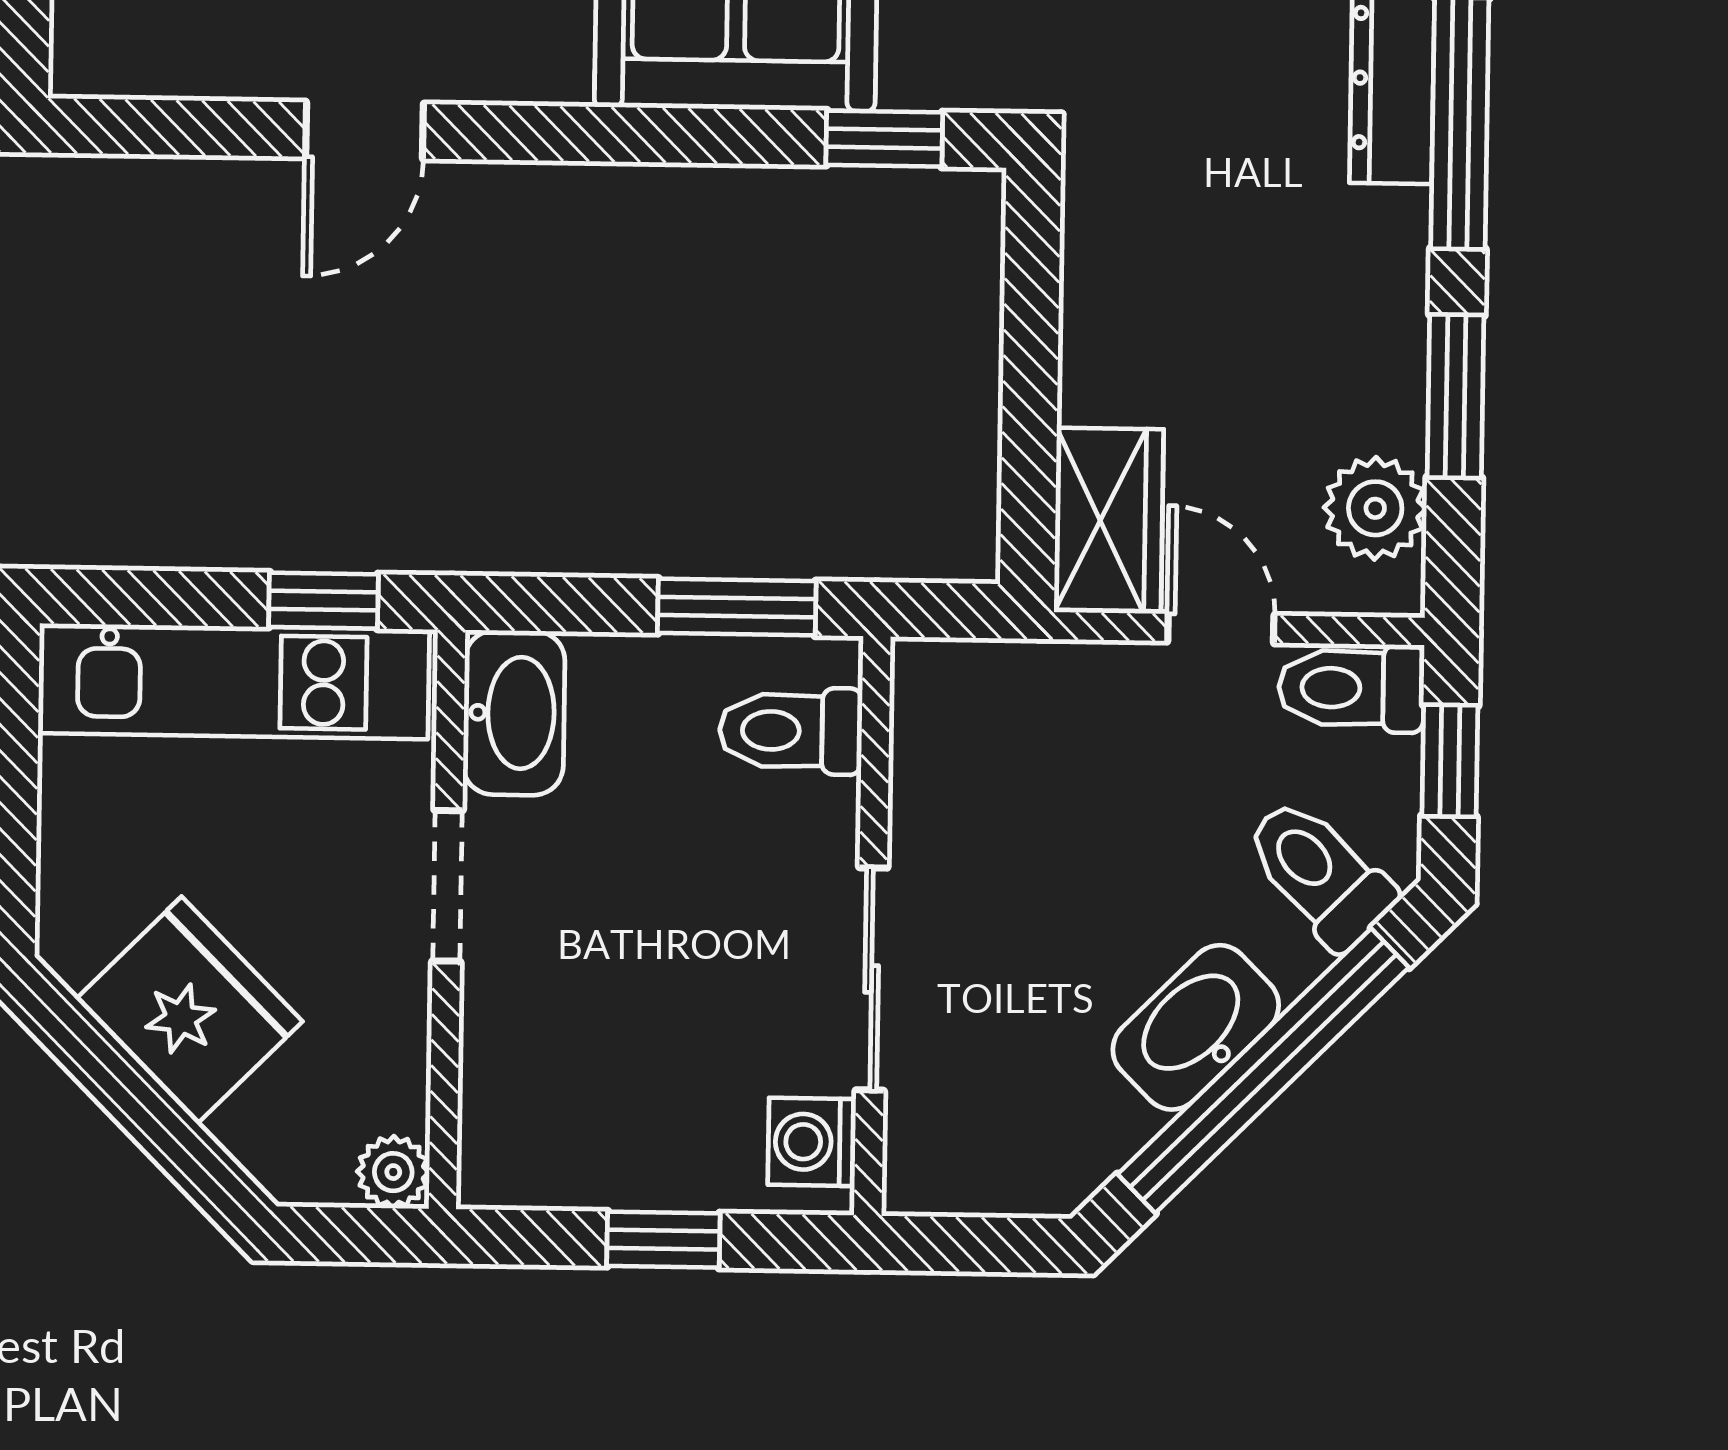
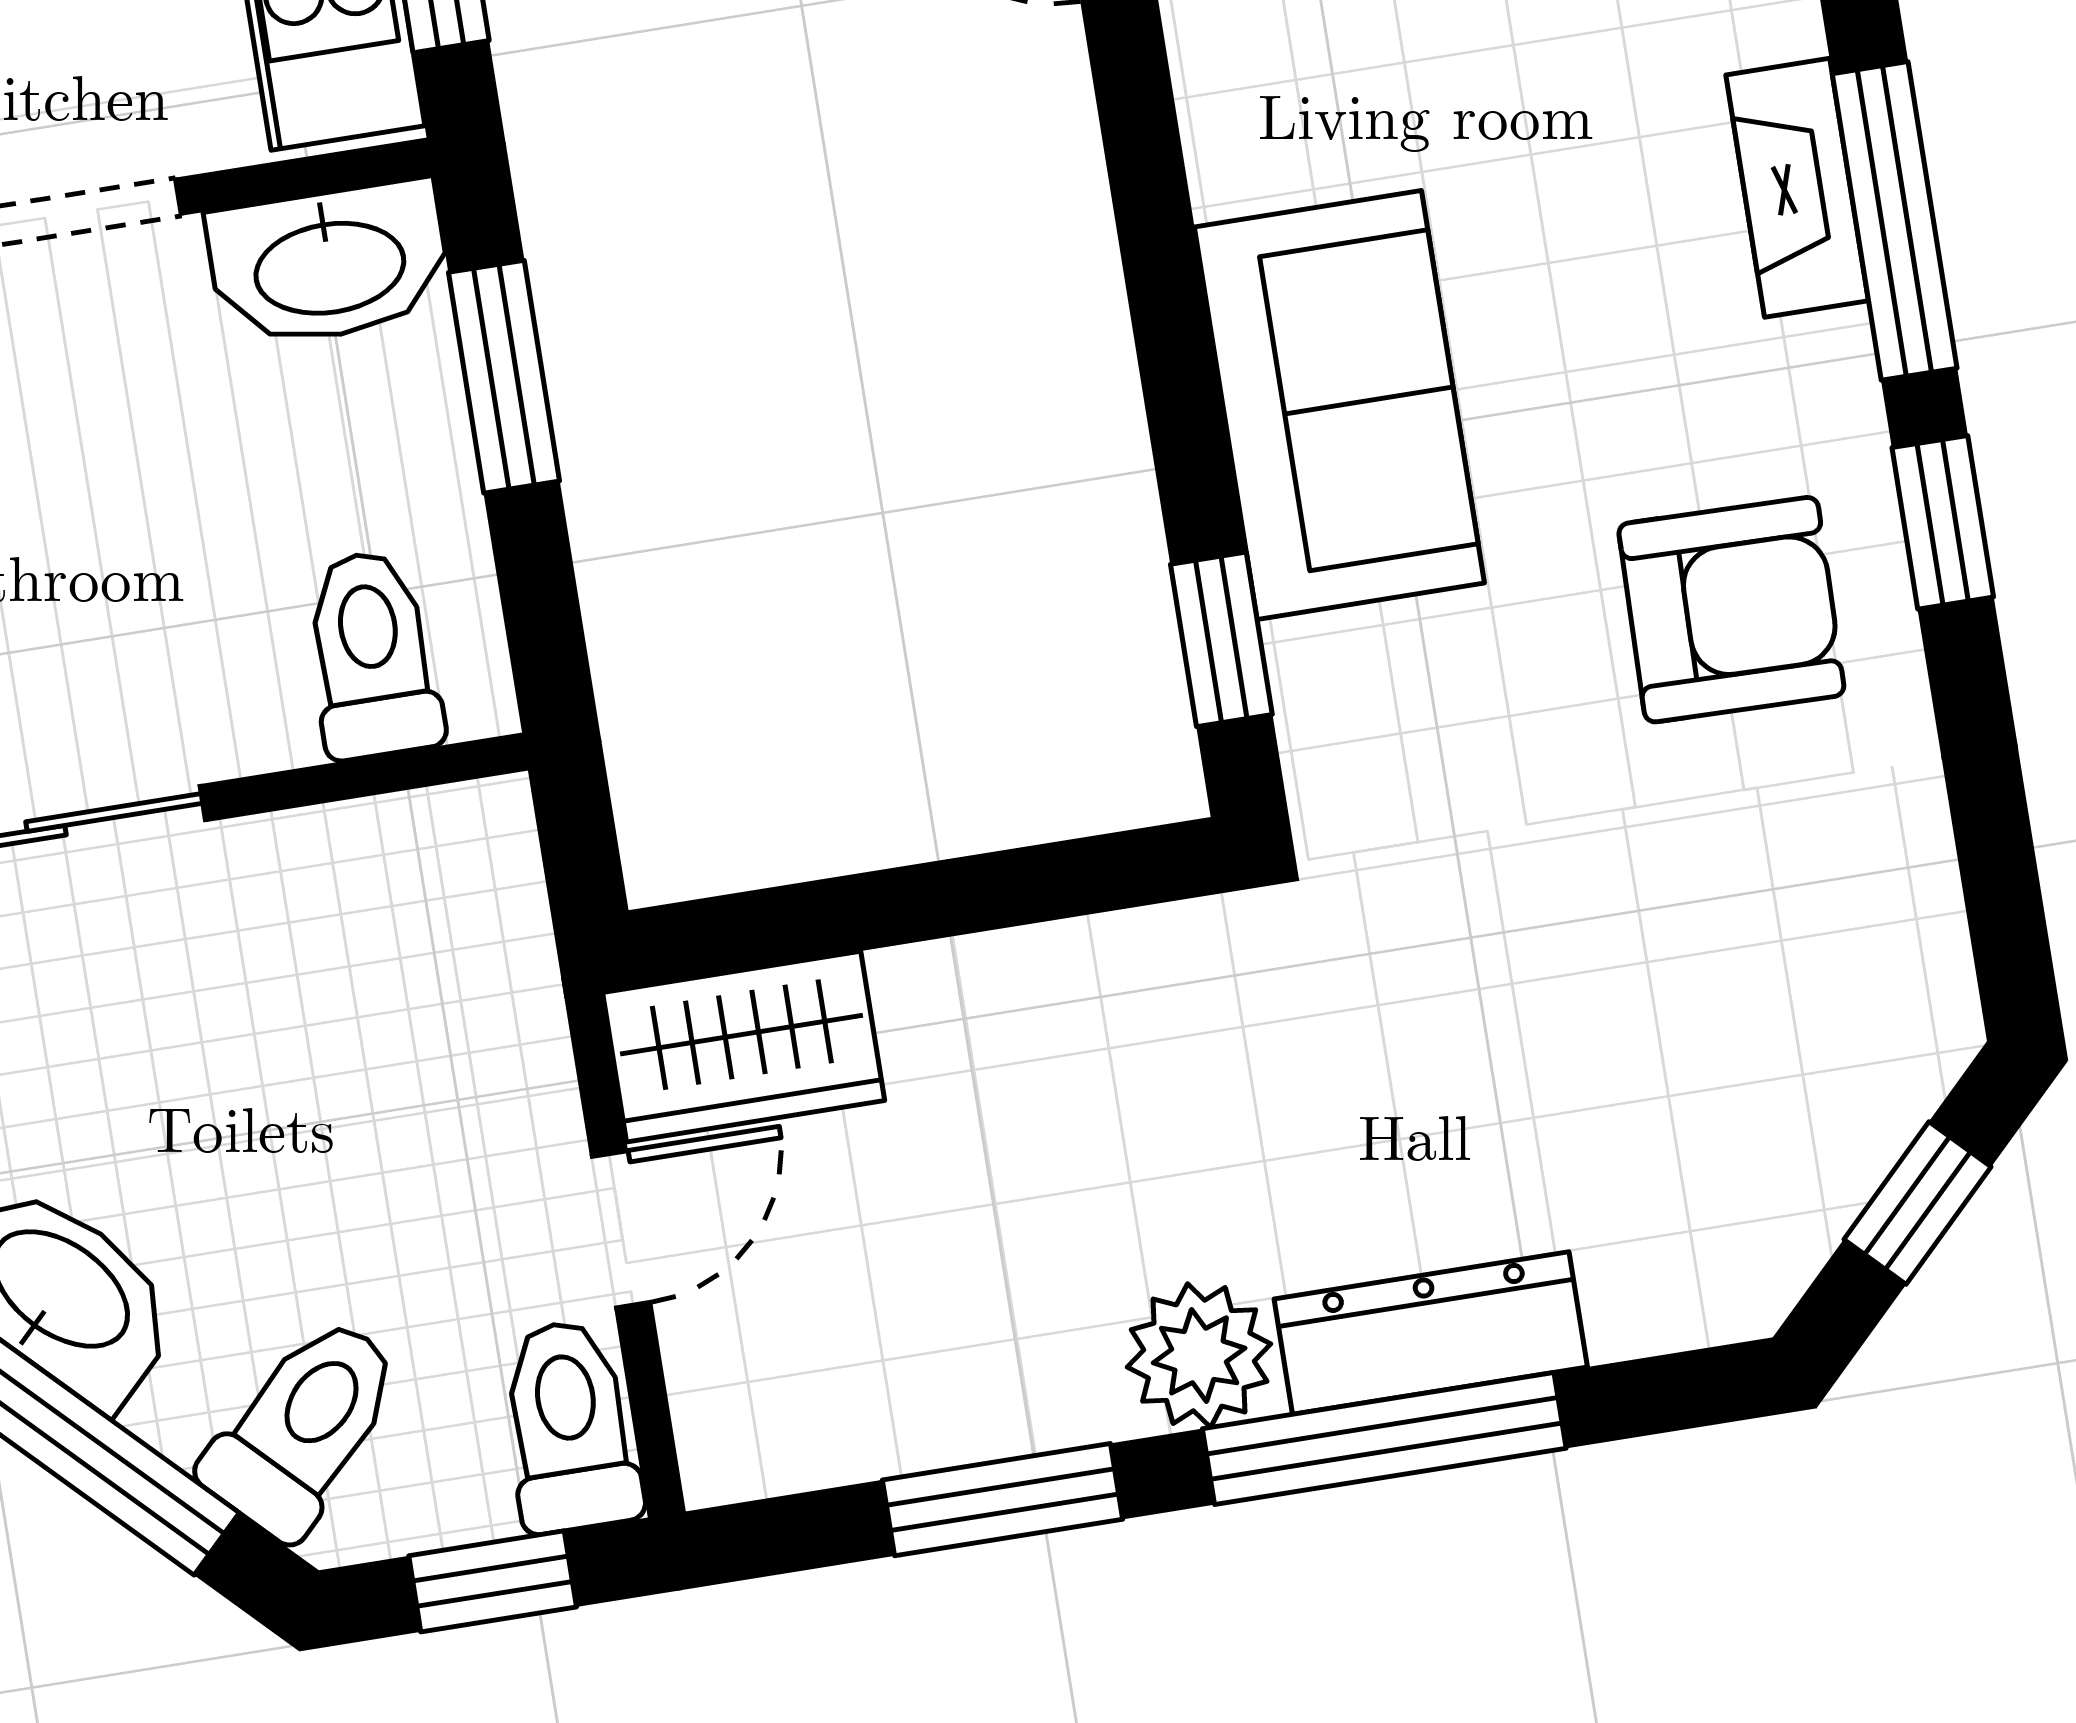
plant: (1375, 508) -> (1199, 1355), moved
window: (737, 607) -> (504, 377), moved

